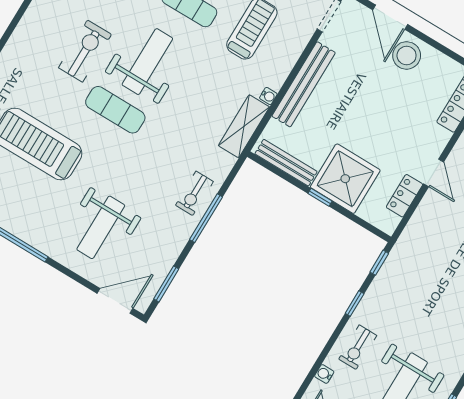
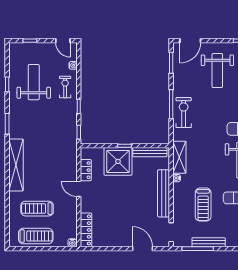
stool: (407, 55) -> (124, 235), removed
exercise bike: (194, 193) -> (184, 112), width x1.38, depth x1.39
weight bench: (101, 227) -> (217, 71), turned 180

